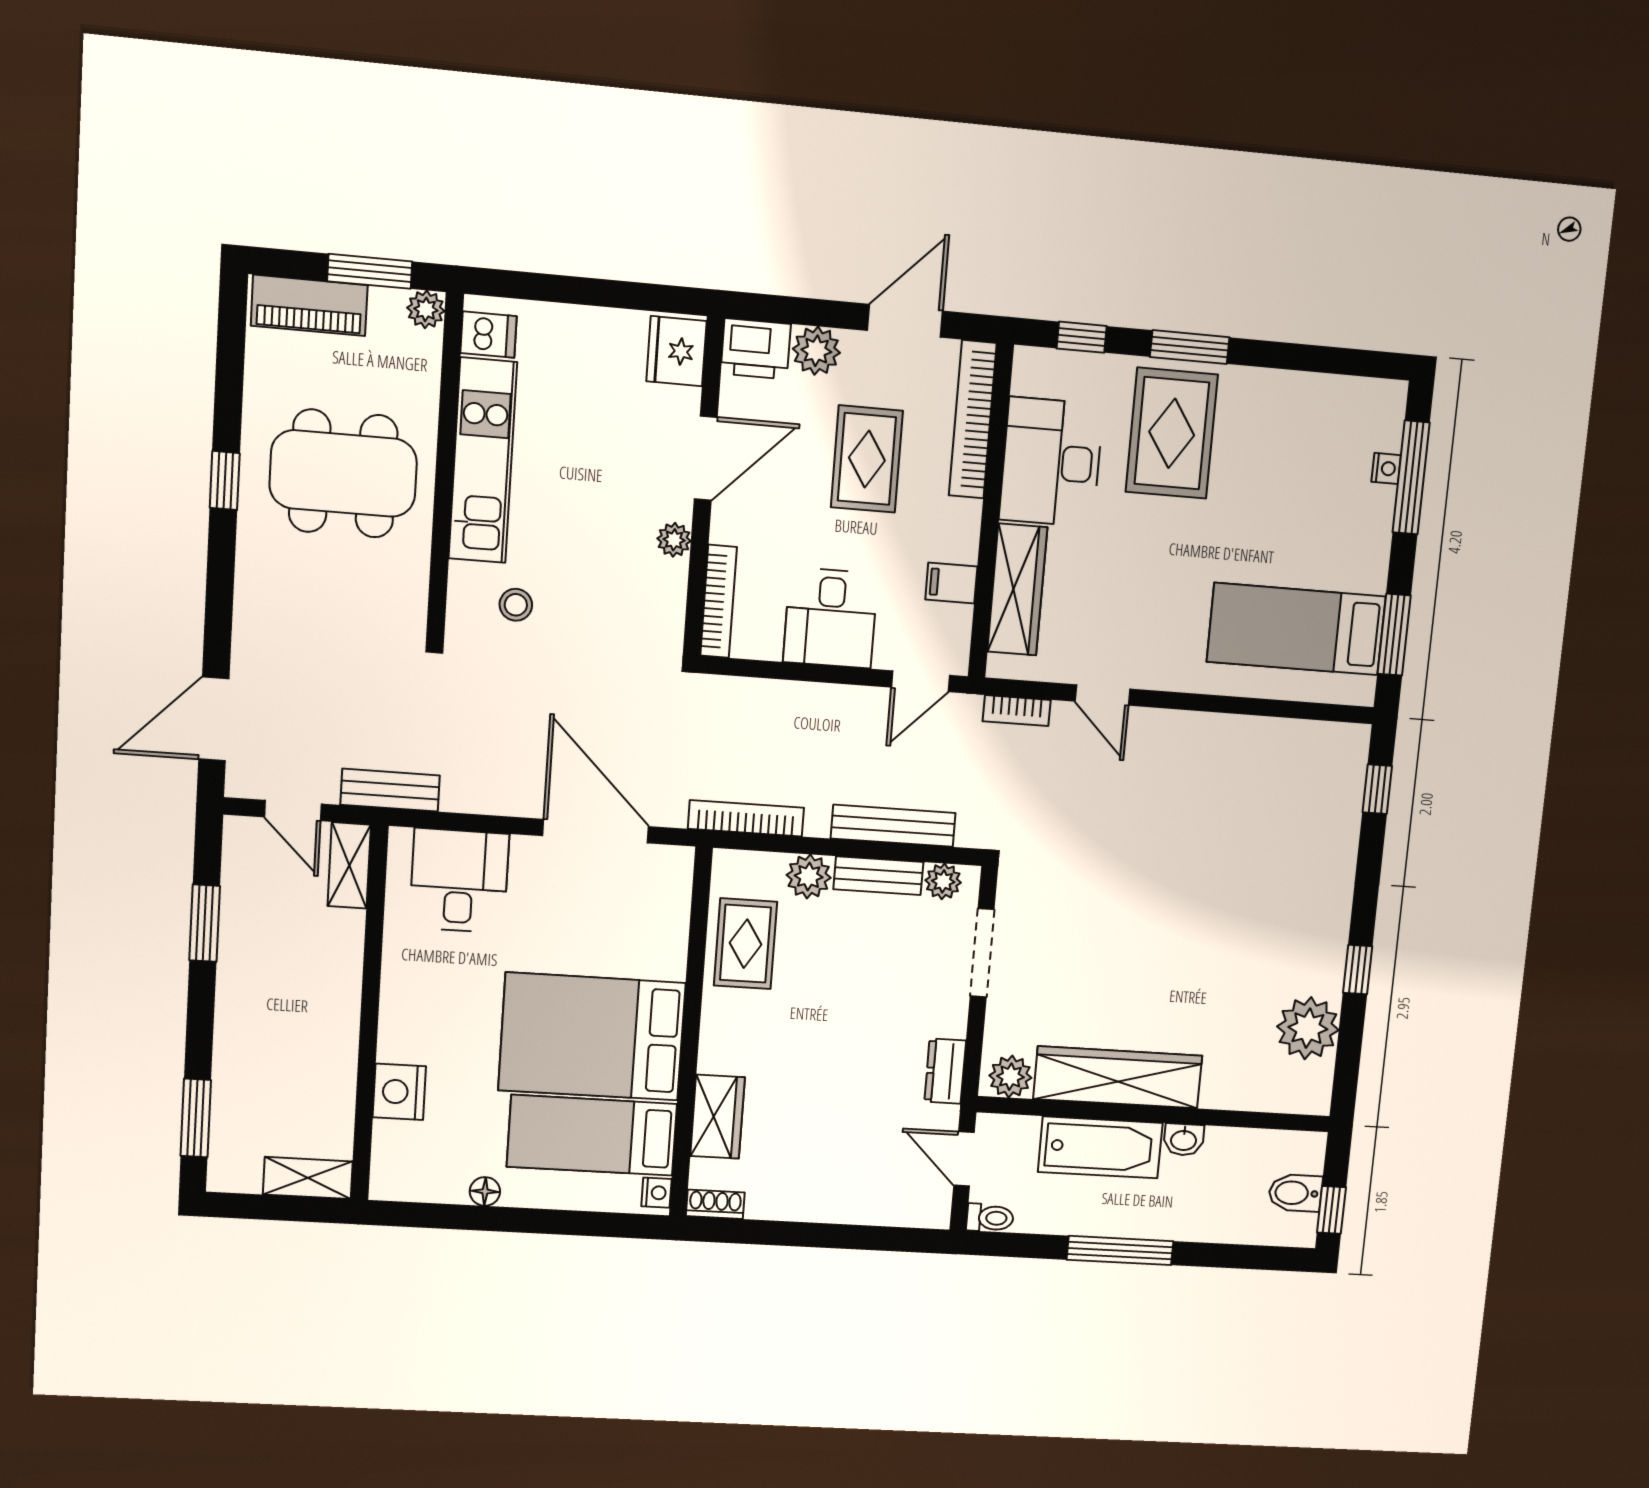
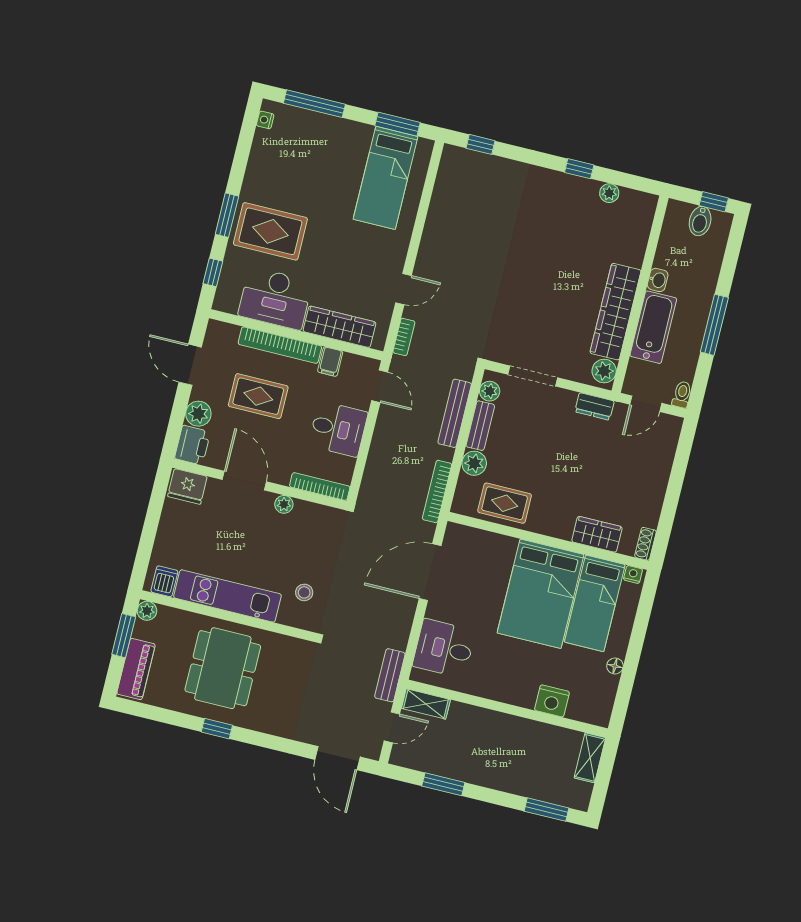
bookcase: (973, 419) -> (280, 345), moved
nightstand: (1386, 468) -> (265, 120), moved, turned -90
plant: (1308, 1028) -> (609, 193), width x0.53, depth x0.53

